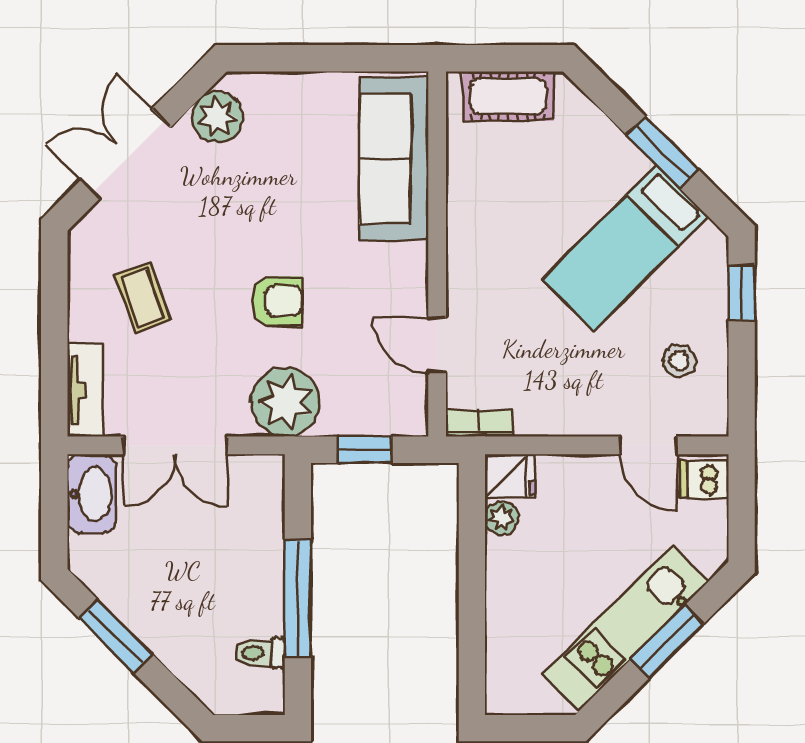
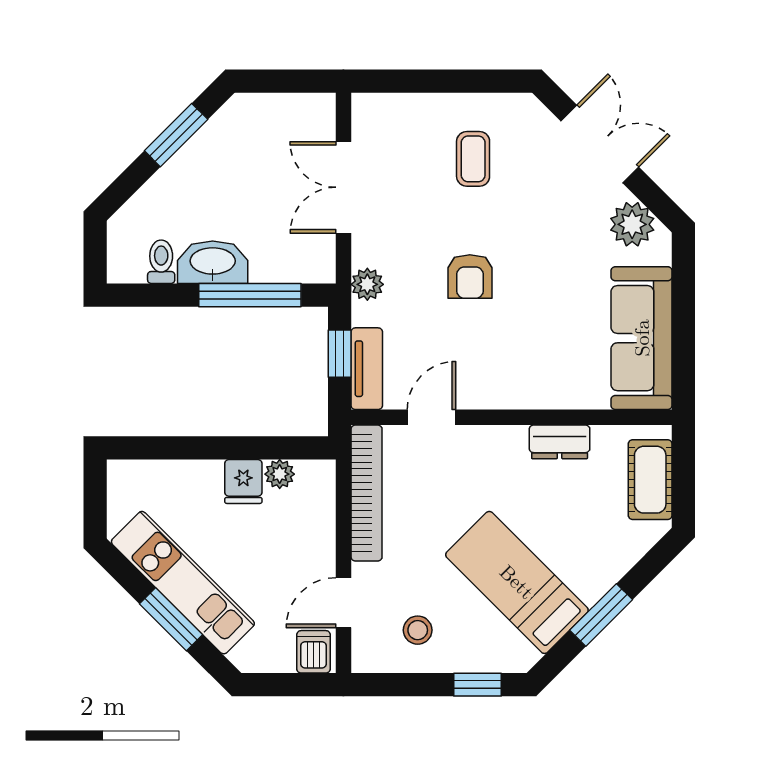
sofa: (394, 159) -> (642, 338), moved, turned -90
dresser: (465, 199) -> (560, 442), added
coffee table: (143, 298) -> (473, 159), turned -70
tv unit: (85, 390) -> (367, 369), moved, turned -90
plant: (286, 402) -> (367, 284), width x0.53, depth x0.53
bookcase: (479, 423) -> (367, 493), width x2.31, depth x1.31
fridge: (510, 477) -> (243, 481), moved
washbasin: (92, 494) -> (213, 262), moved, turned 180
window: (298, 598) -> (250, 295), moved

